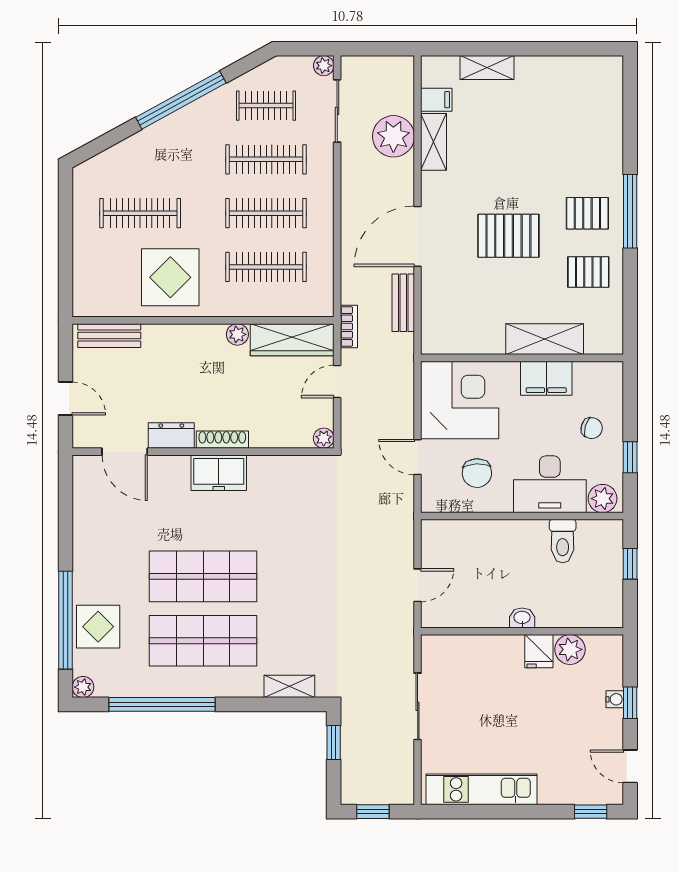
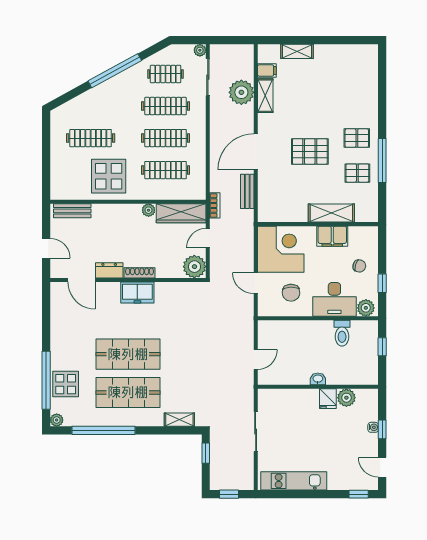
window: (630, 211) -> (382, 160), moved
plant: (324, 438) -> (194, 267), width x1.87, depth x1.87

